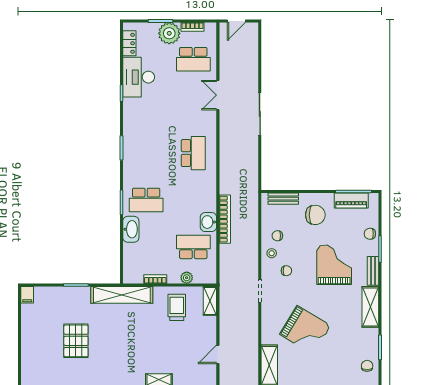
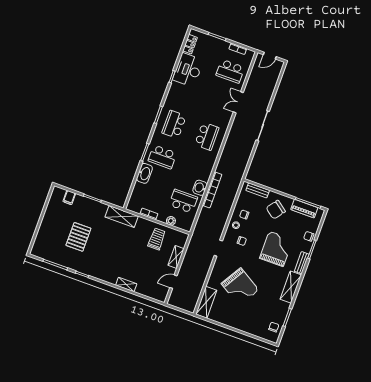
plant: (169, 33) -> (220, 47), removed
school desk: (146, 153) -> (174, 124), added
chair: (315, 215) -> (276, 210), turned 127
filing cabinet: (27, 295) -> (69, 197), moved
shelving: (122, 295) -> (122, 217), width x0.68
shelving: (210, 301) -> (176, 257), moved

